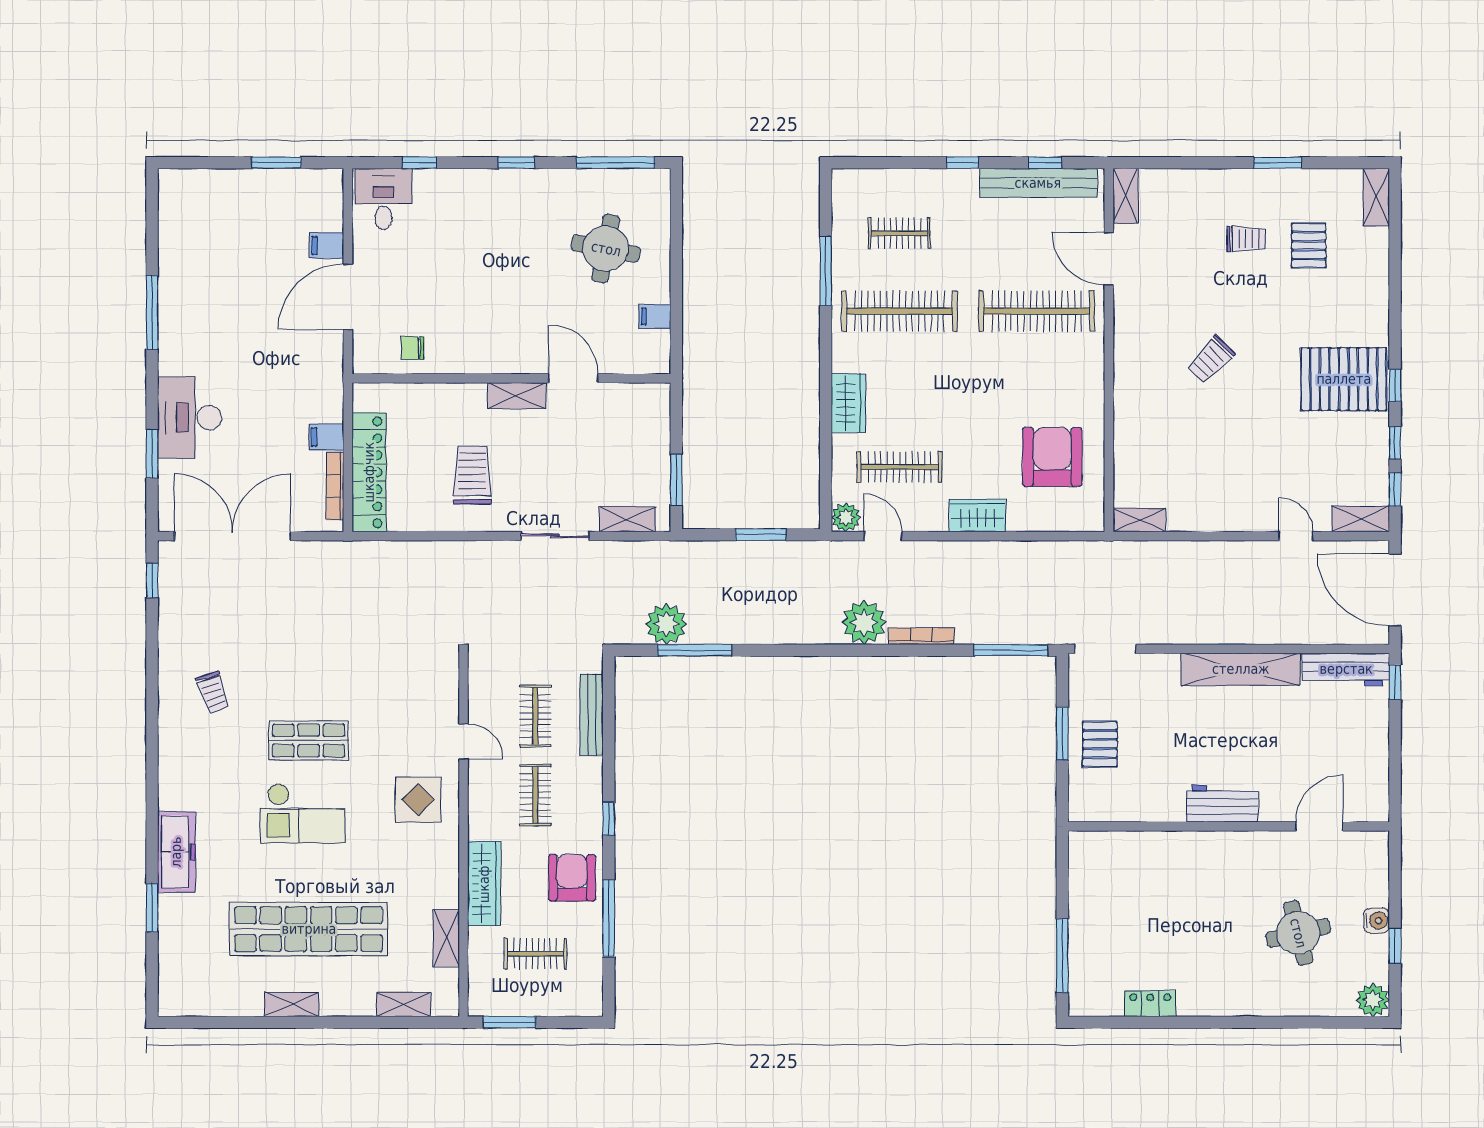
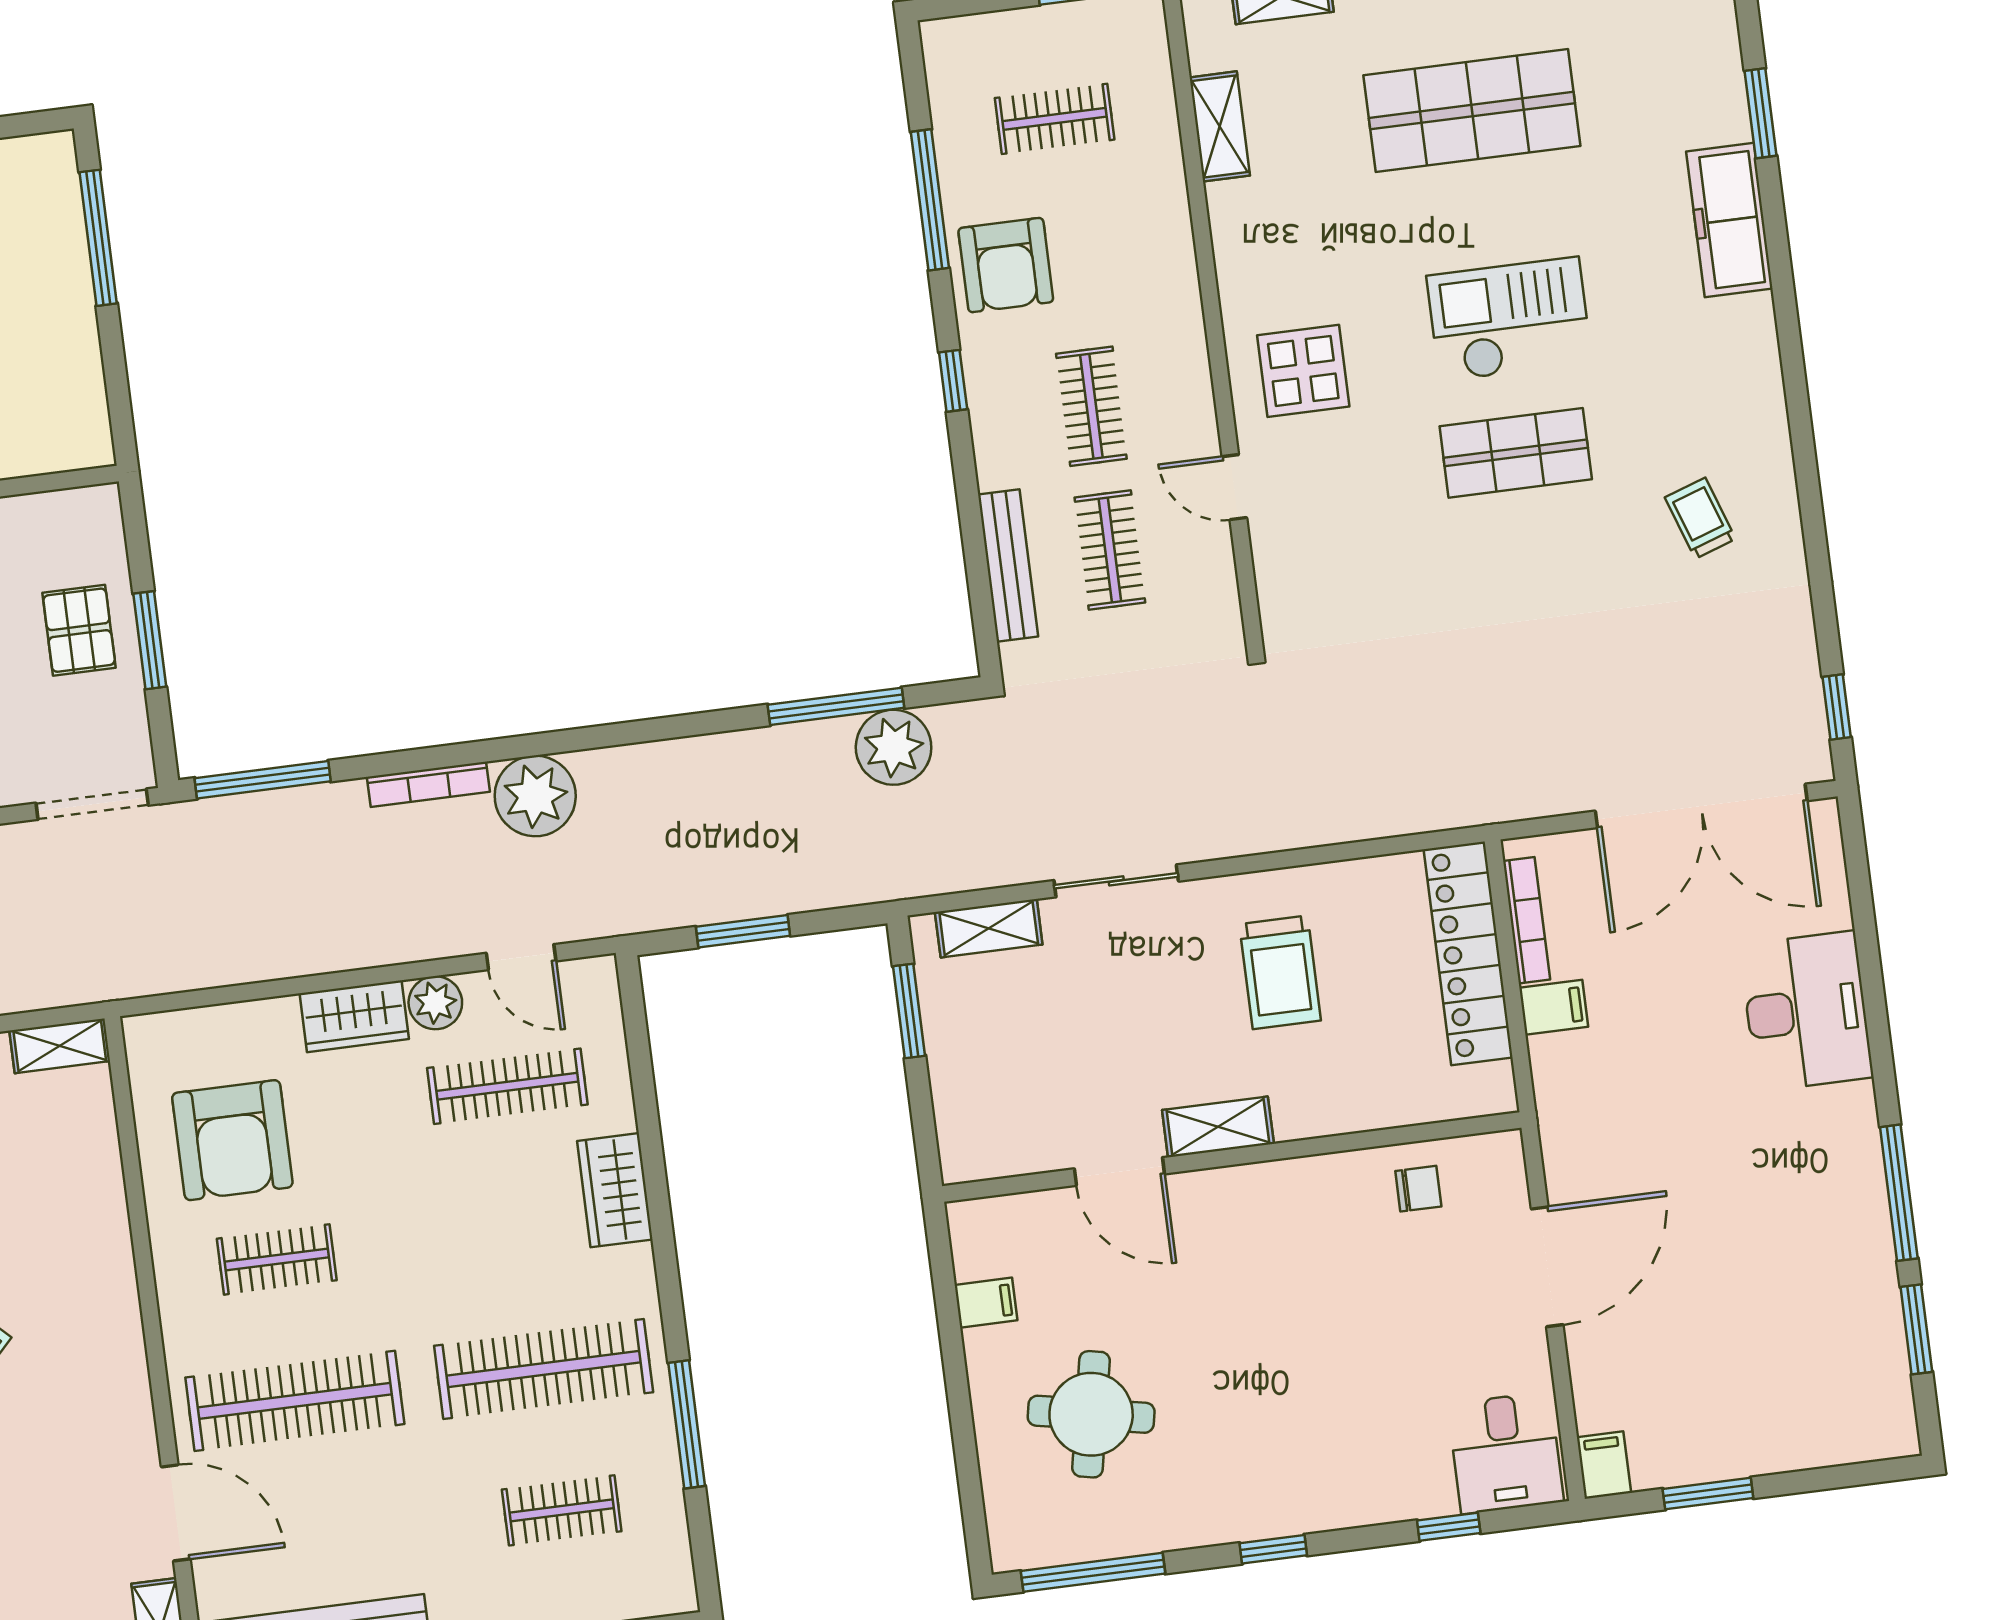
filing cabinet: (327, 245) -> (1604, 1465), moved, turned -90
clothes rail: (1037, 389) -> (277, 1259), added
window: (152, 454) -> (1916, 1329), moved
plant: (846, 517) -> (435, 1003), moved
wardrobe: (484, 884) -> (1164, 234), removed
shop shelf: (309, 929) -> (1472, 111), width x0.71

